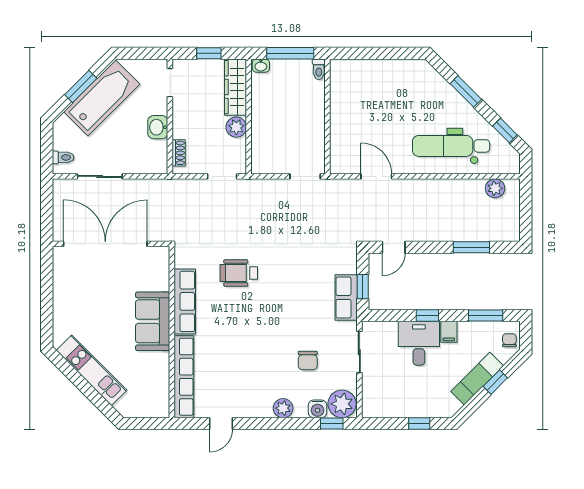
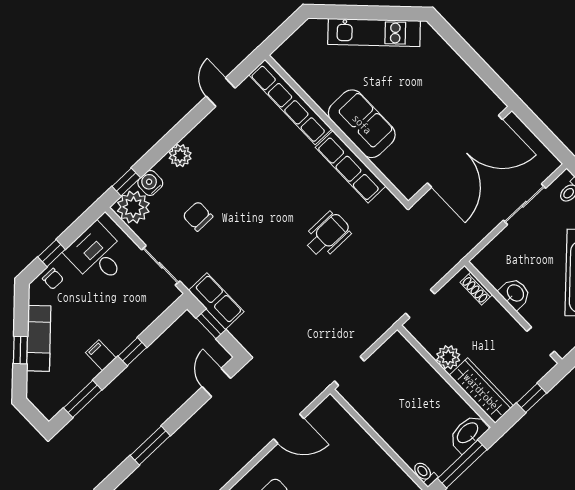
washbasin: (261, 66) -> (468, 433), width x1.91, depth x1.45
chair: (509, 340) -> (53, 279), moved
desk: (419, 343) -> (97, 255), moved, turned 180

